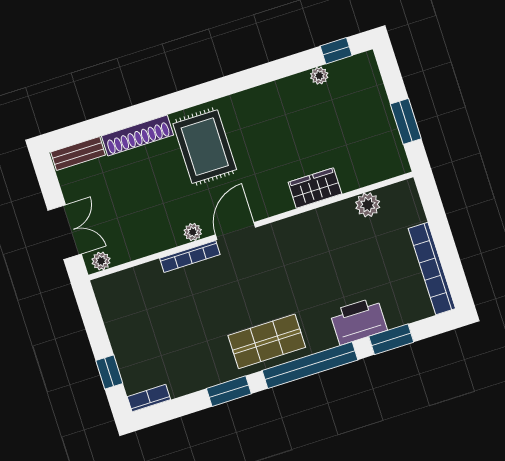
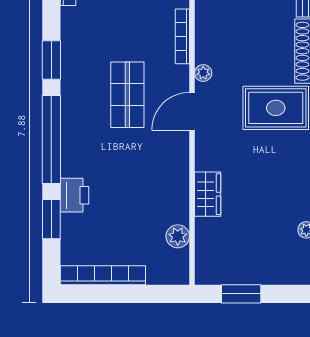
door: (235, 231) -> (192, 111), swing flipped
bookcase: (190, 256) -> (182, 36), moved
printer: (358, 321) -> (74, 195), width x0.73, depth x0.84
shop shelf: (267, 341) -> (127, 95), moved

